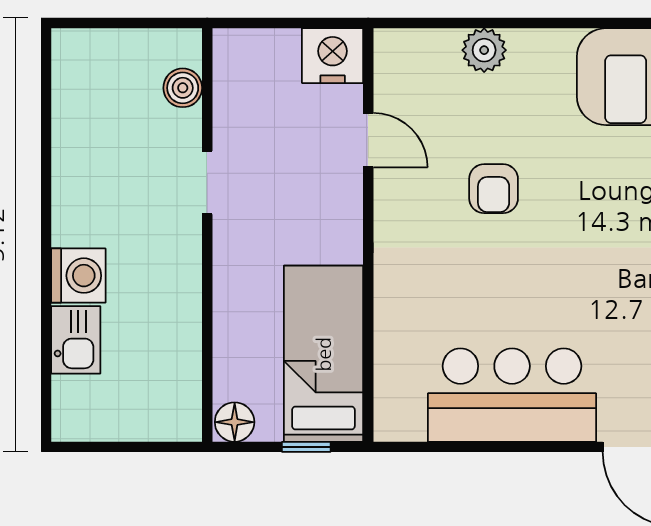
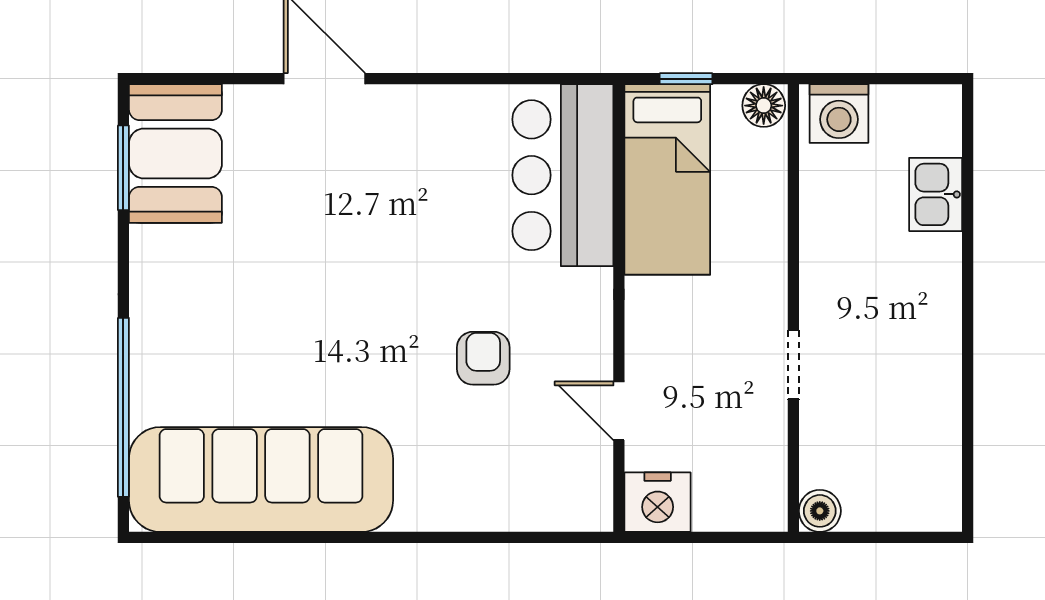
plant: (484, 50) -> (493, 508), removed
boiler: (183, 88) -> (820, 511), moved
washing machine: (78, 276) -> (839, 114), moved, turned -90
bar counter: (512, 395) -> (563, 175), moved, turned 90

